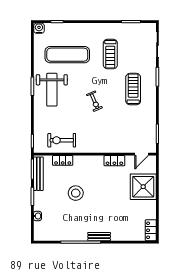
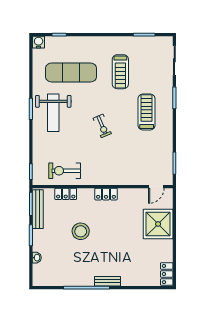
locker: (114, 161) -> (106, 194), moved

